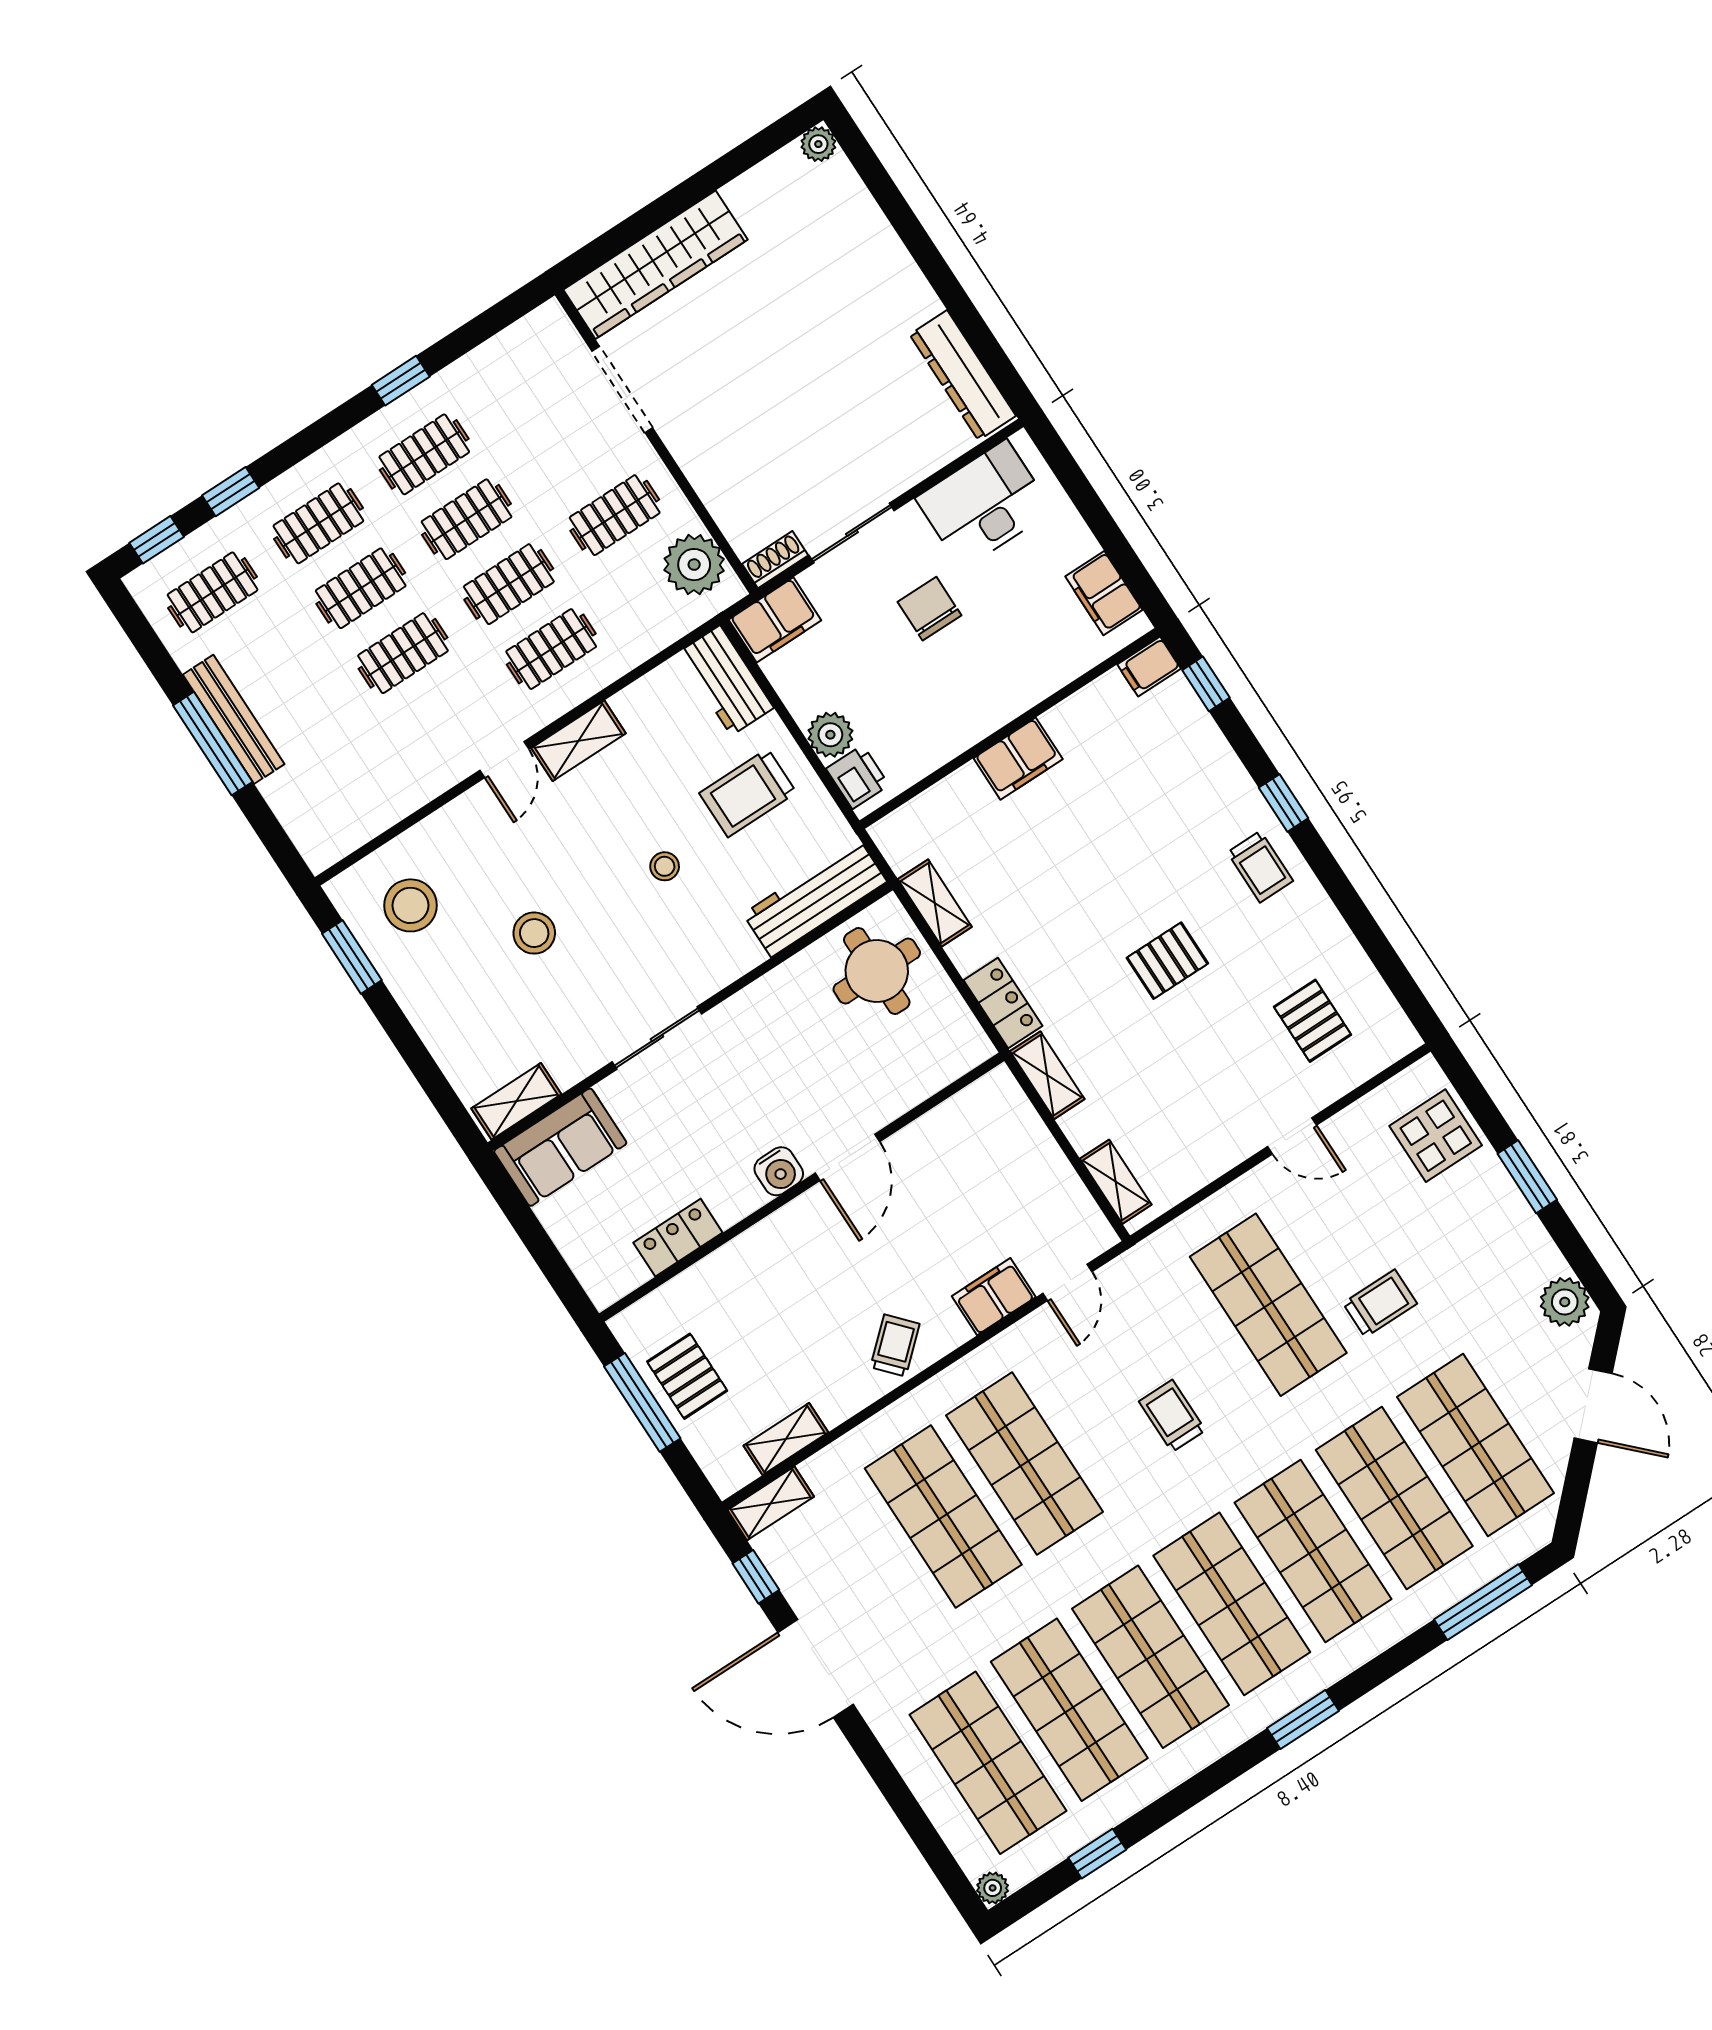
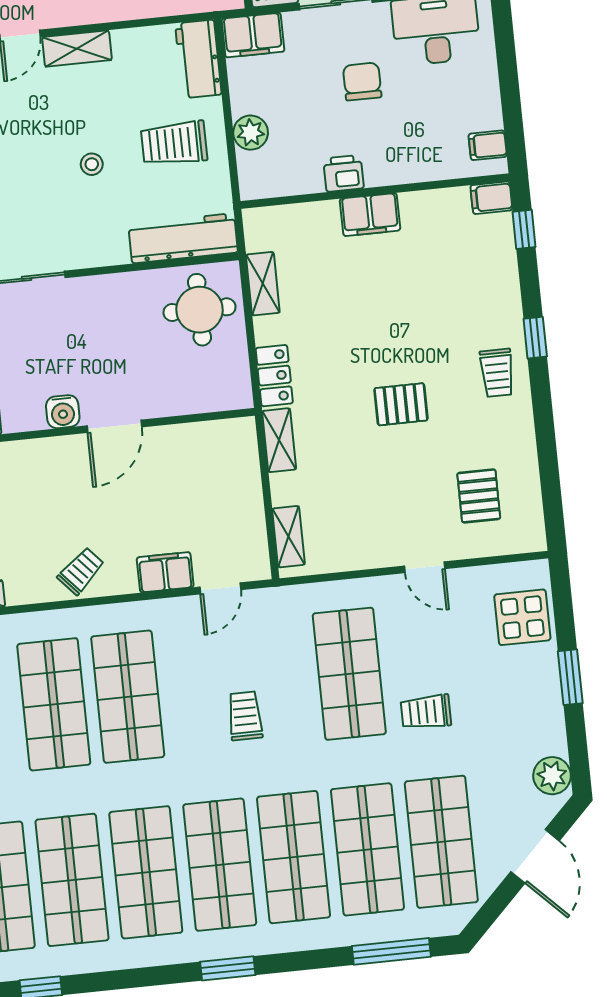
filing cabinet: (1104, 593) -> (488, 145), width x0.50
printer: (858, 777) -> (344, 173), moved, turned -90
trolley: (1380, 1303) -> (426, 712), turned 180

